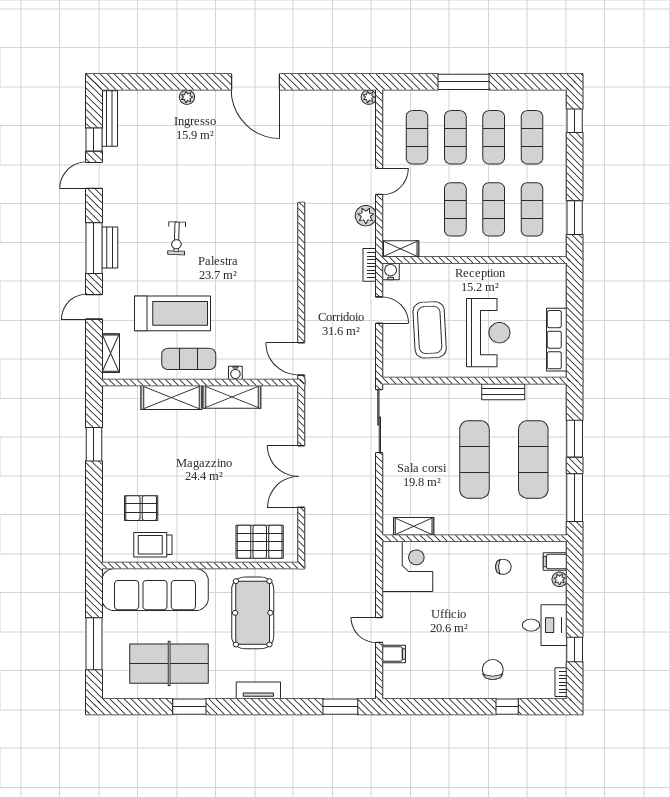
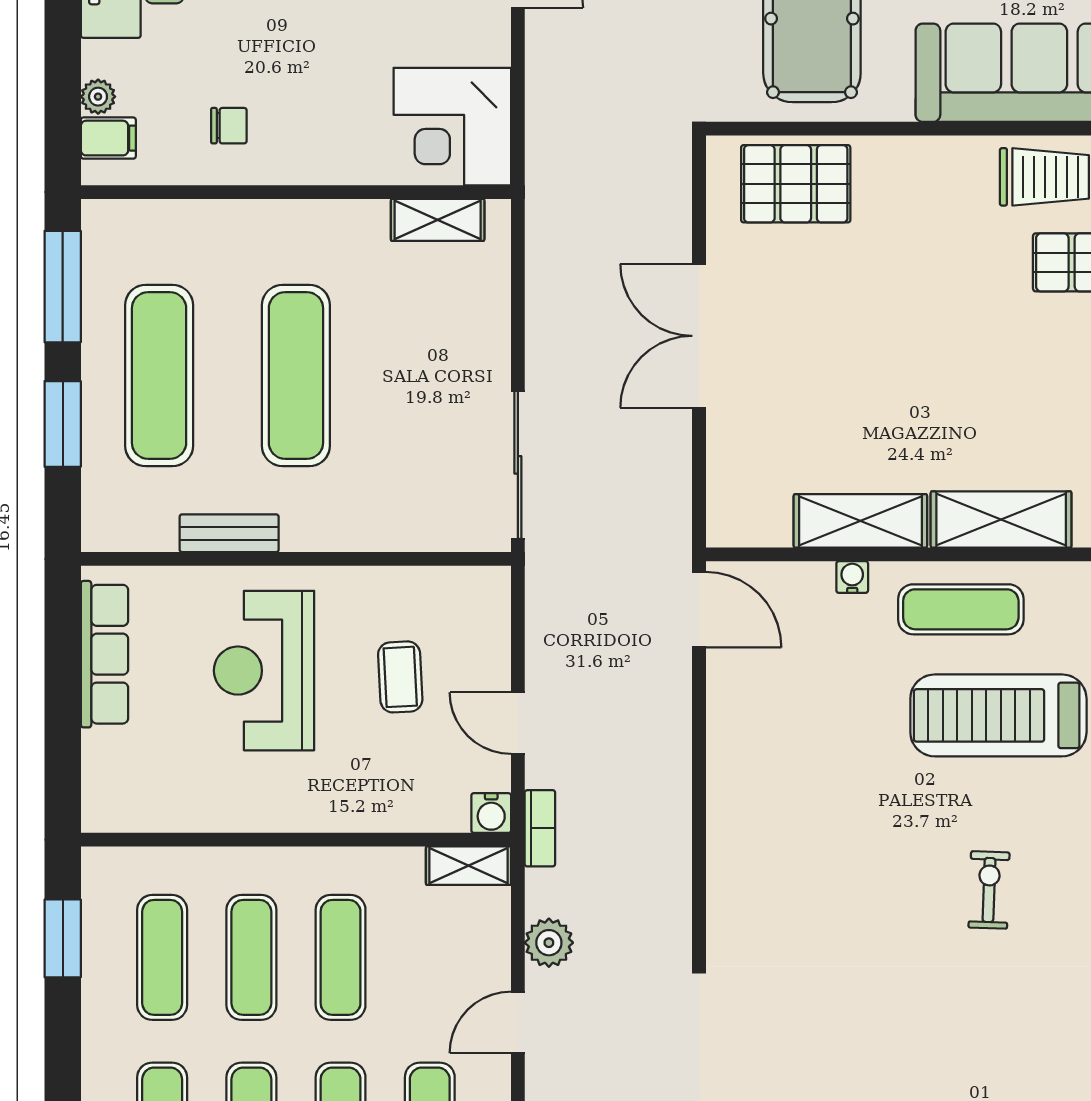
coffee table: (430, 330) -> (400, 677), width x0.54, depth x0.58
double door: (301, 476) -> (699, 336), swing flipped
chair: (503, 567) -> (229, 126), turned 180

